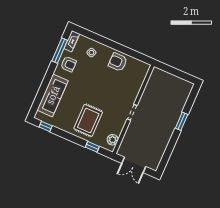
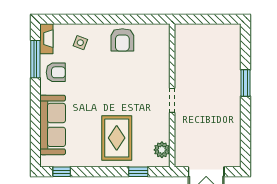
armchair: (118, 62) -> (122, 40), turned -90

